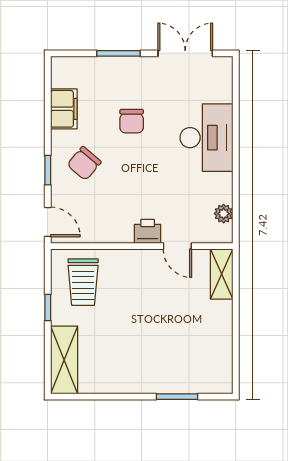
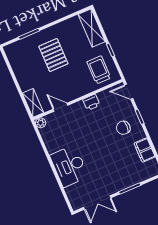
chair: (132, 121) -> (109, 158), removed
chair: (84, 163) -> (123, 128), turned -130
plant: (224, 214) -> (41, 123), moved
printer: (148, 231) -> (91, 102), moved
pallet: (151, 342) -> (53, 55), added

